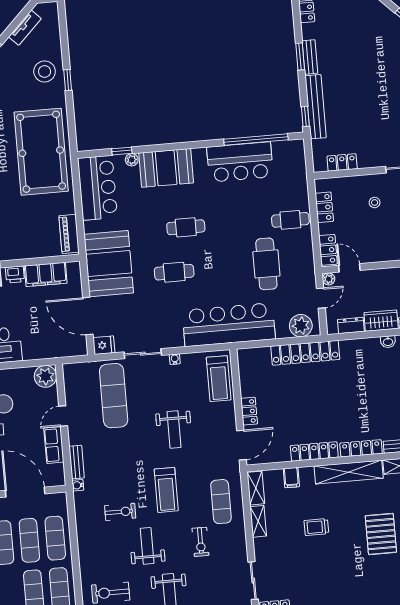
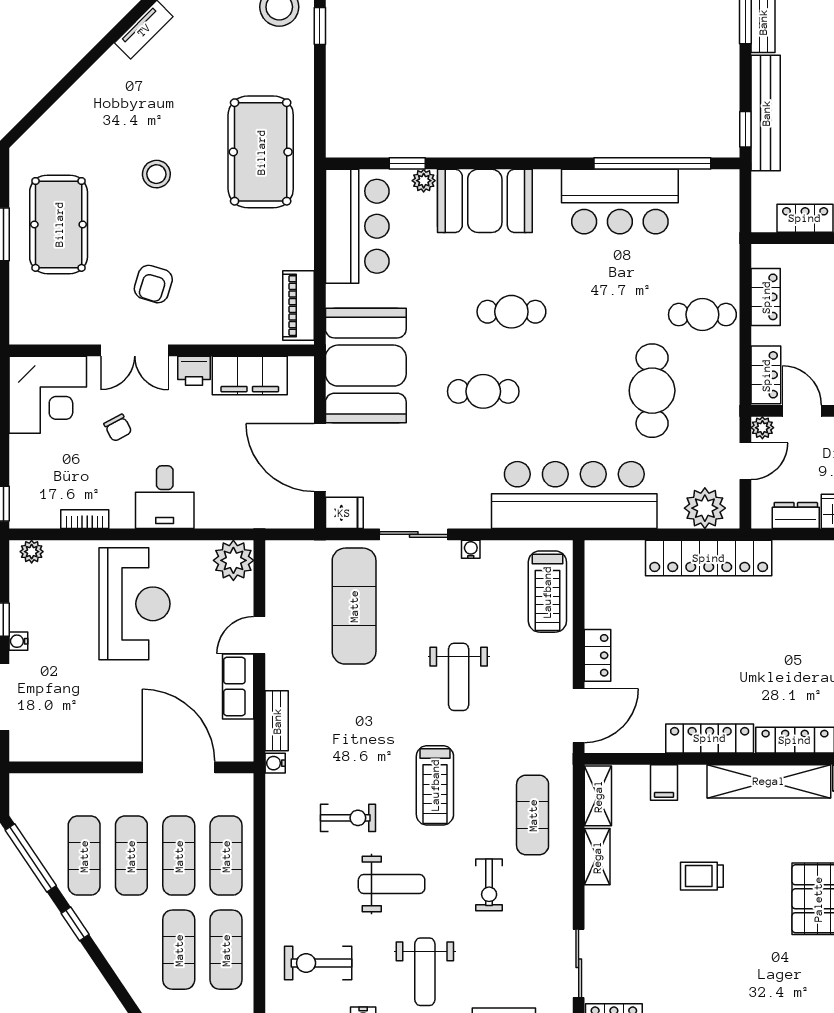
pool table: (41, 152) -> (261, 152), width x0.73, depth x0.76
weight bench: (147, 546) -> (392, 884), turned 90

